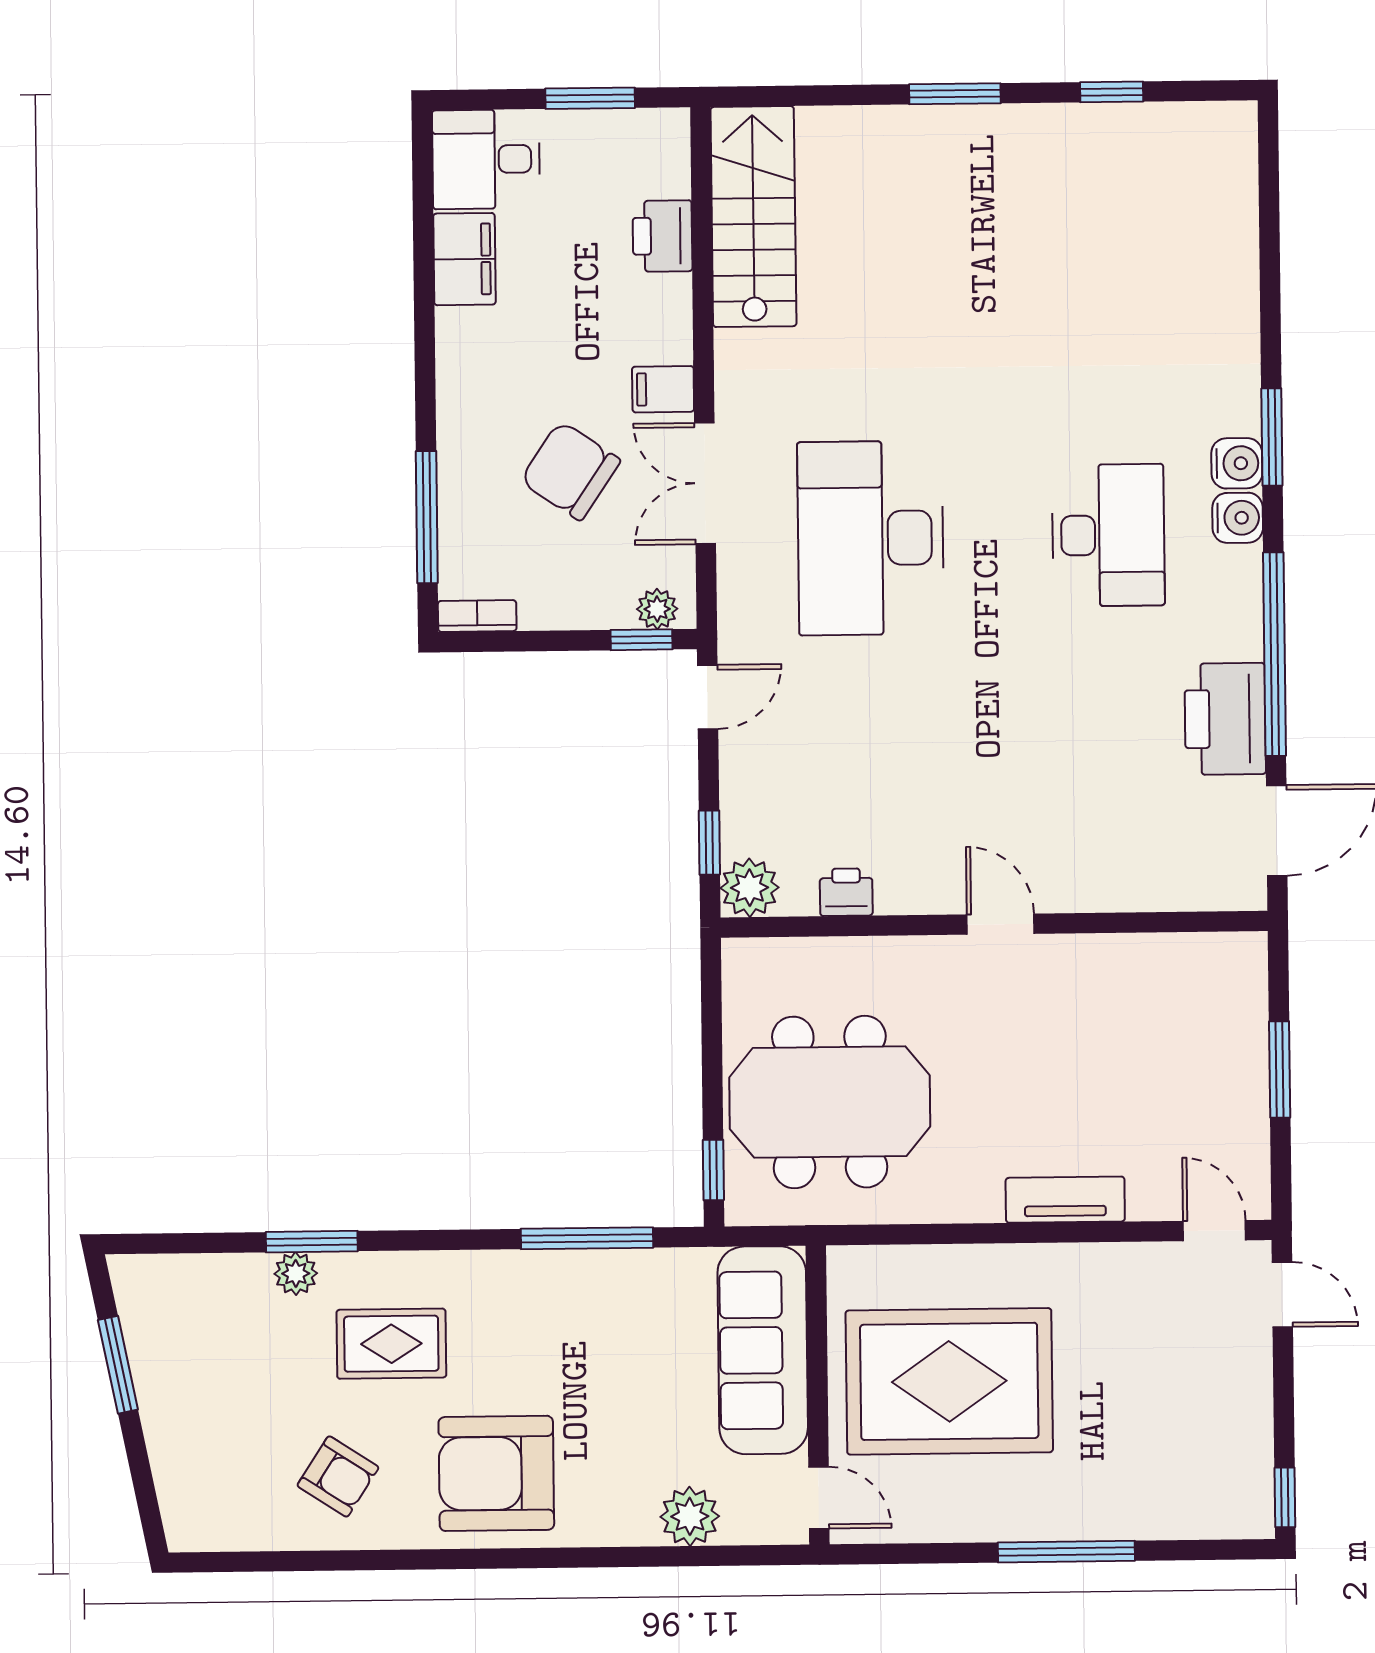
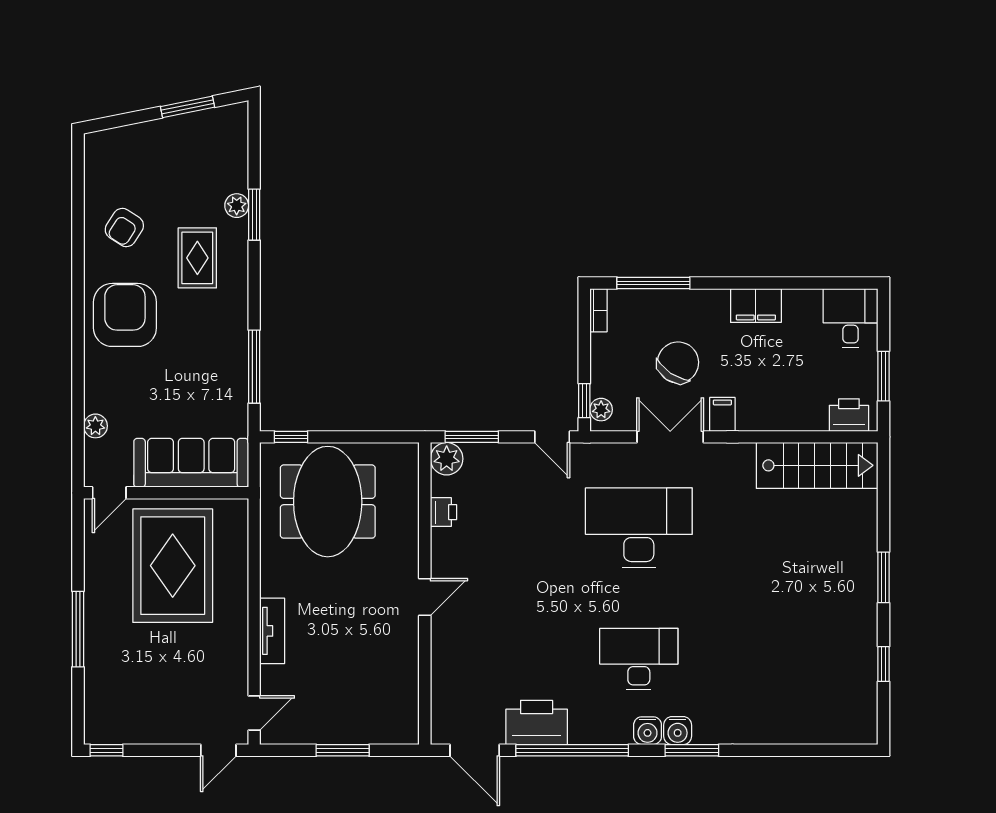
printer: (662, 236) -> (849, 415), moved
filing cabinet: (464, 259) -> (756, 306), moved
desk: (1108, 535) -> (639, 659), turned 180
window: (709, 843) -> (472, 437), width x1.50
plant: (690, 1516) -> (95, 426), width x0.73, depth x0.73

